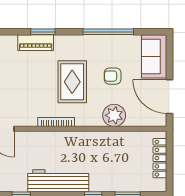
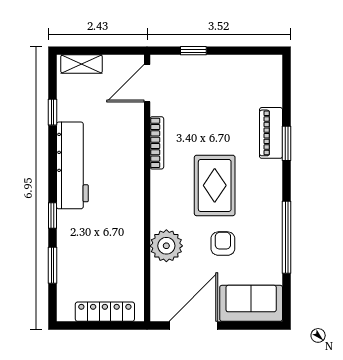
rug: (72, 82) -> (215, 185), turned 90
bookcase: (56, 122) -> (157, 143), moved

